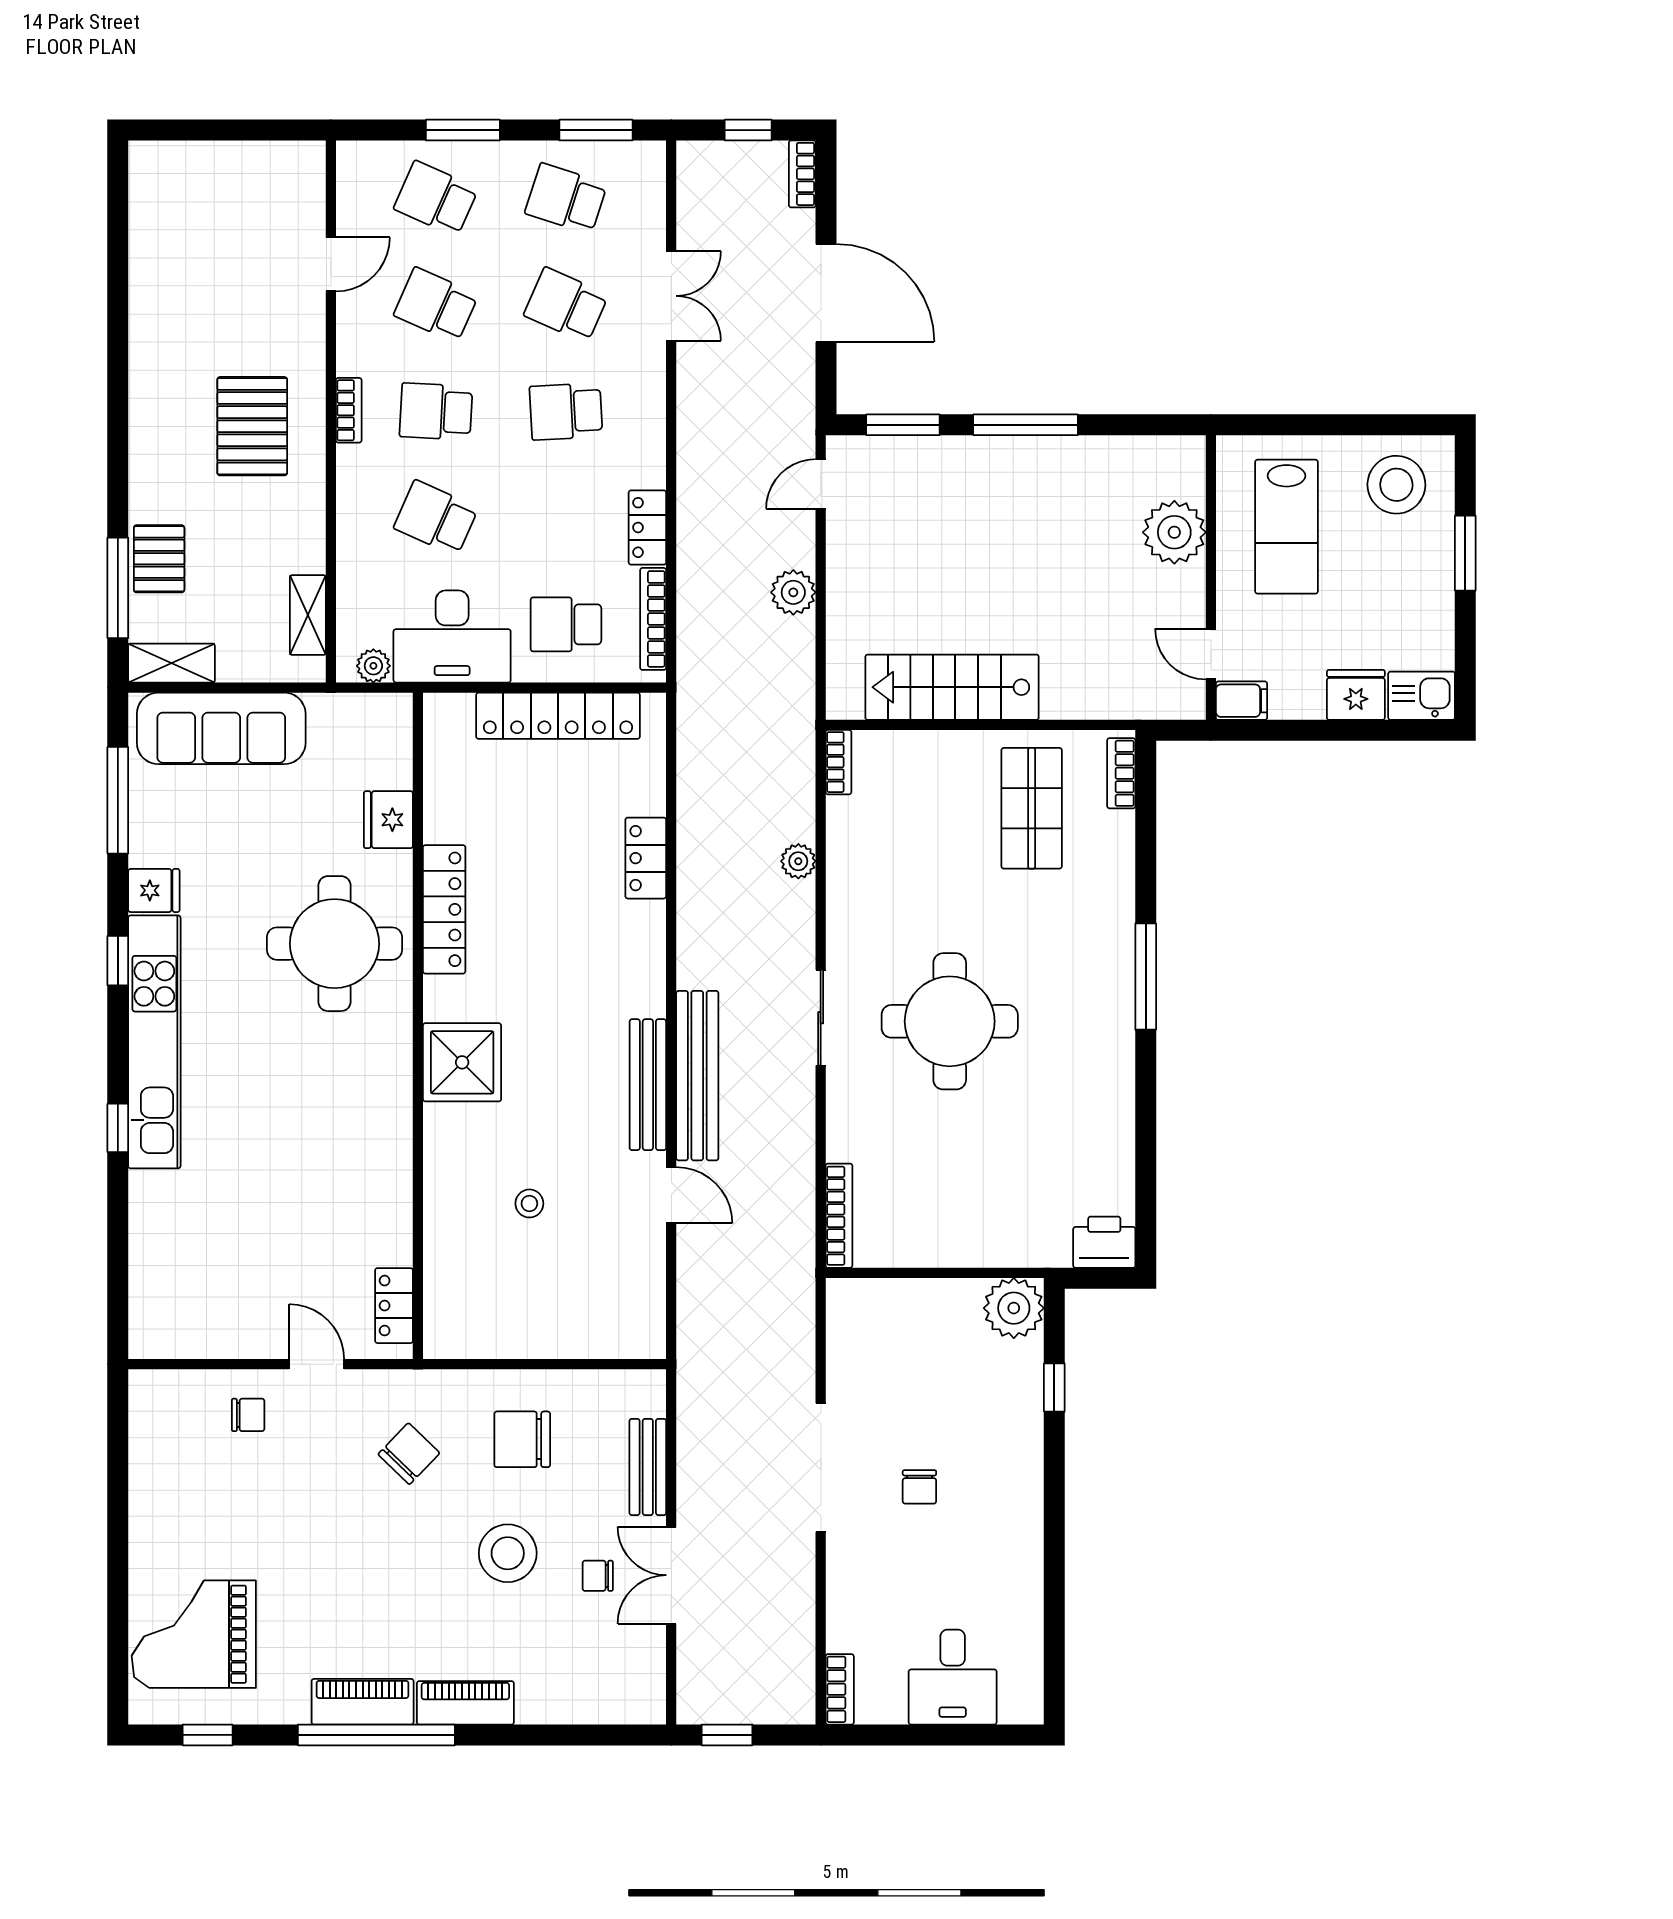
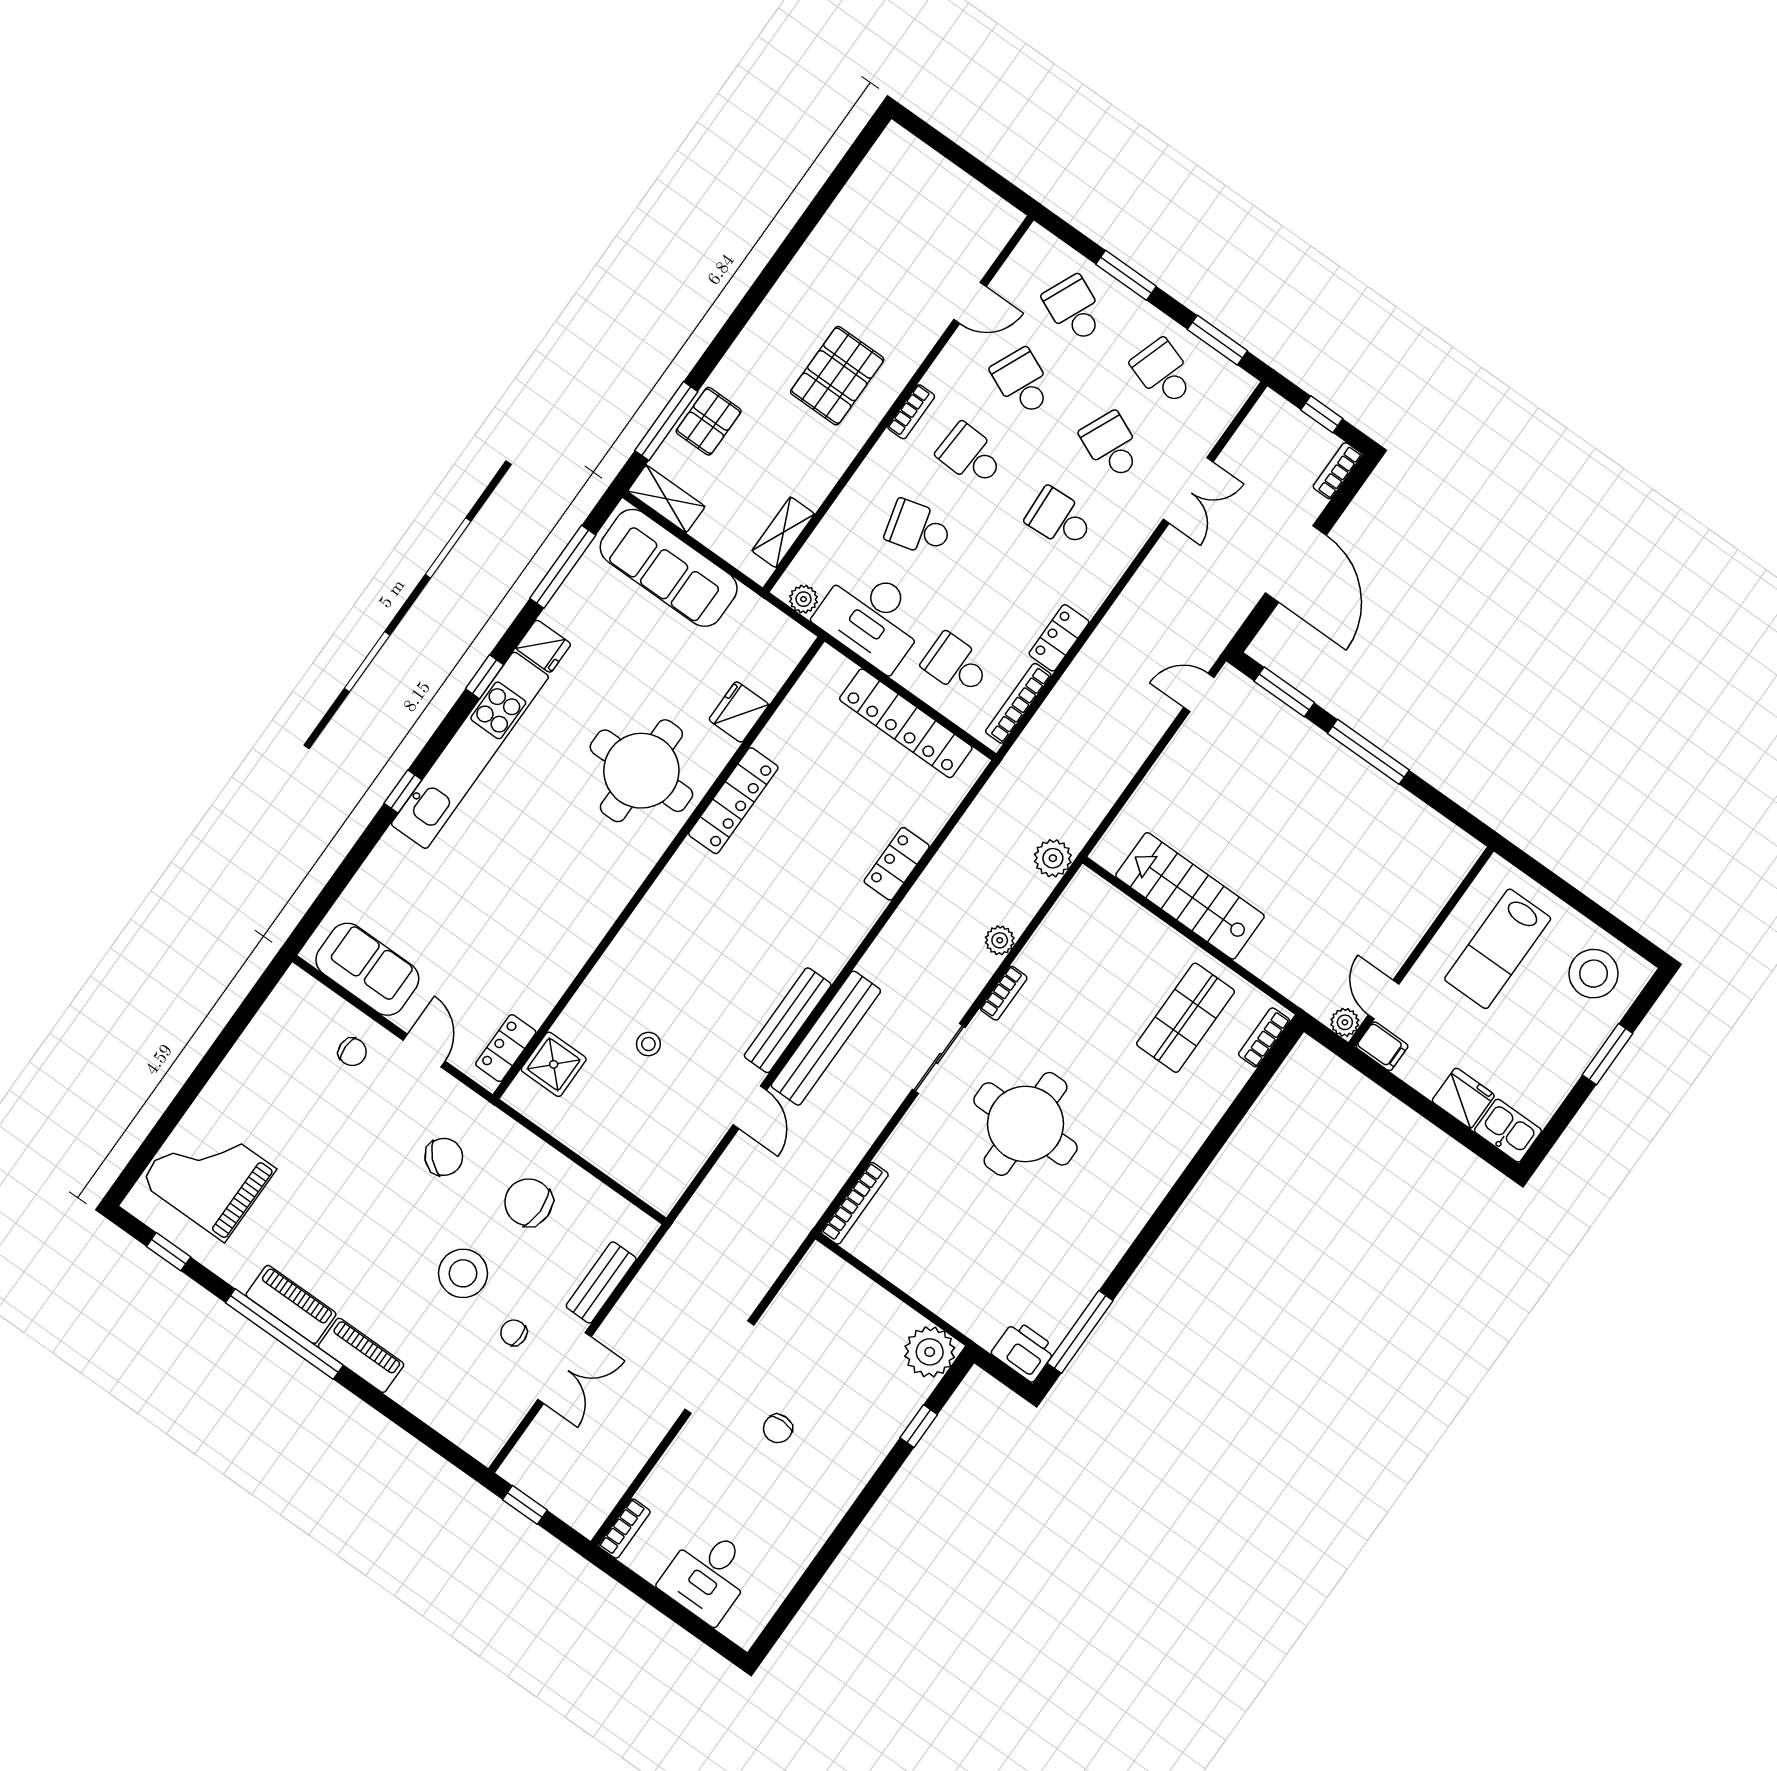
school desk: (436, 518) -> (919, 528), turned -39
plant: (1174, 532) -> (1345, 1022), moved, width x0.53, depth x0.53
plant: (793, 592) -> (1053, 858), moved
bookcase: (839, 762) -> (1004, 993), moved
window: (1146, 977) -> (1080, 1332), moved
shower: (462, 1062) -> (554, 1064), moved, width x0.73, depth x0.73
sofa: (206, 1325) -> (367, 969), added
double door: (671, 1575) -> (564, 1368), swing flipped

